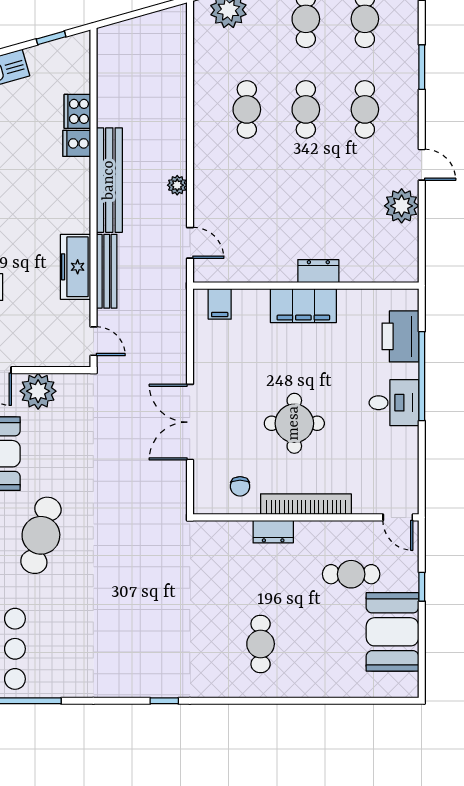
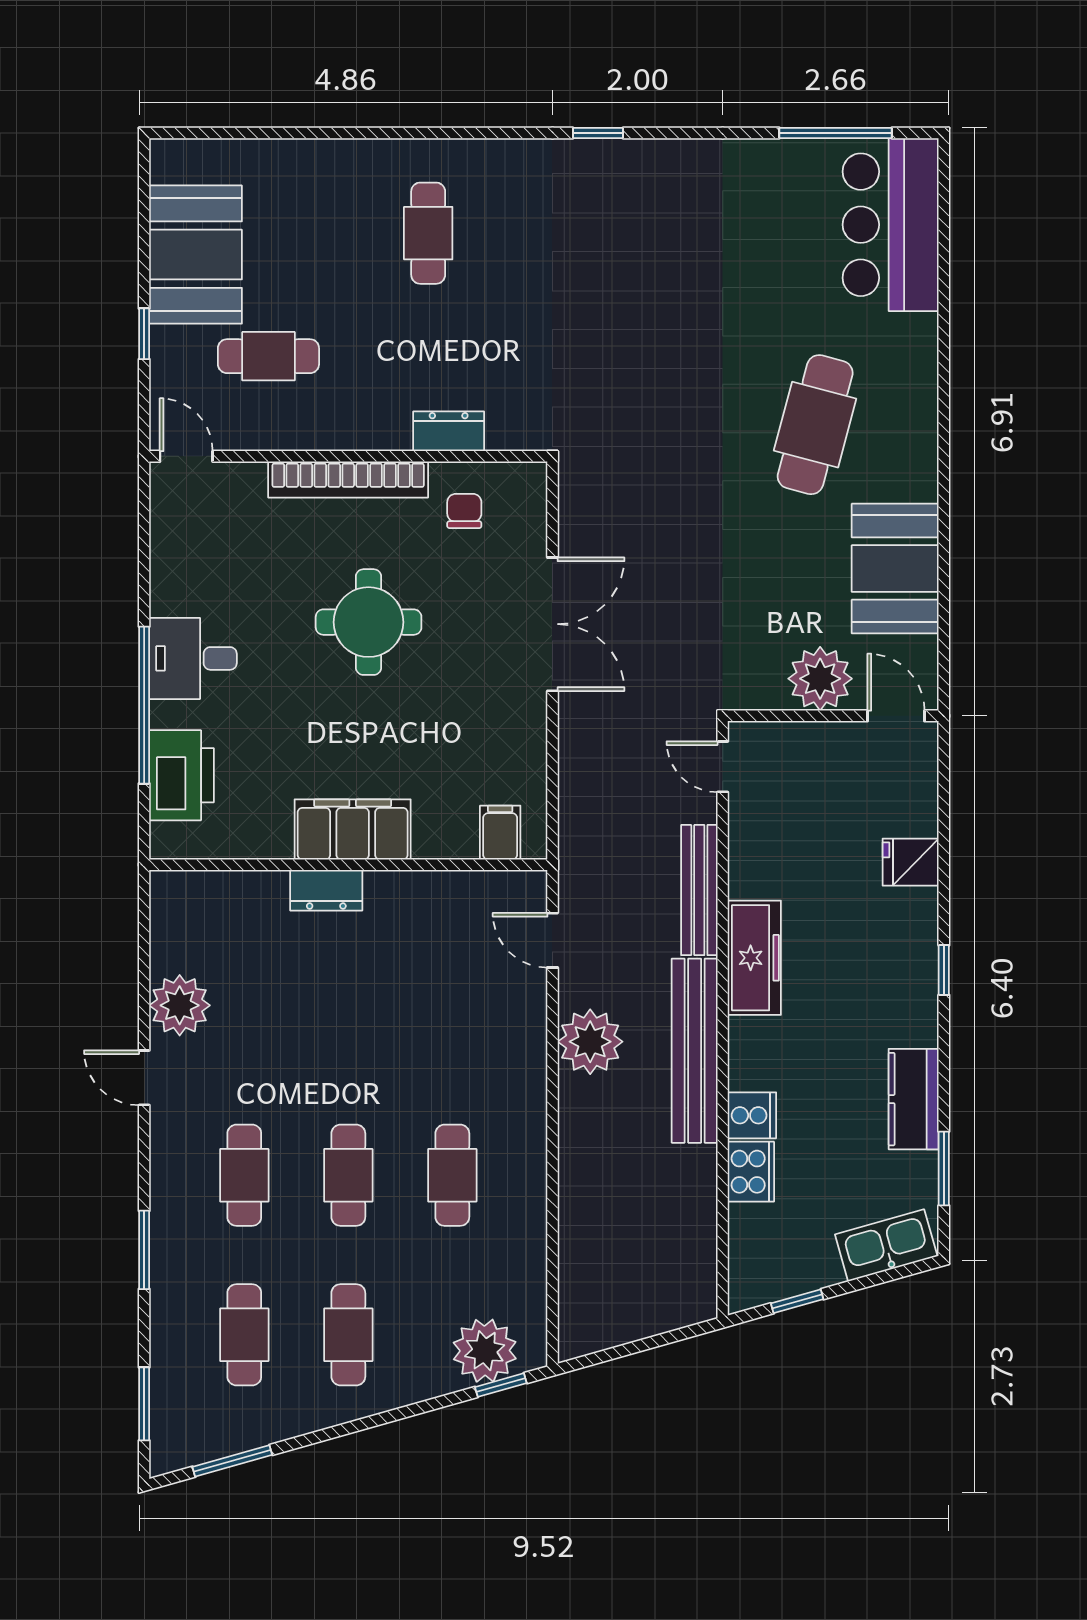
plant: (177, 185) -> (590, 1042), width x1.87, depth x1.87
freezer: (75, 267) -> (754, 958), moved
dresser: (273, 532) -> (449, 431), moved

